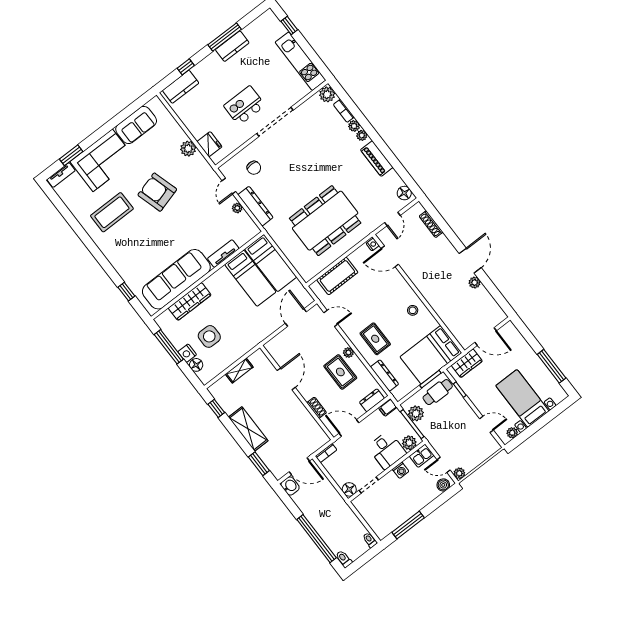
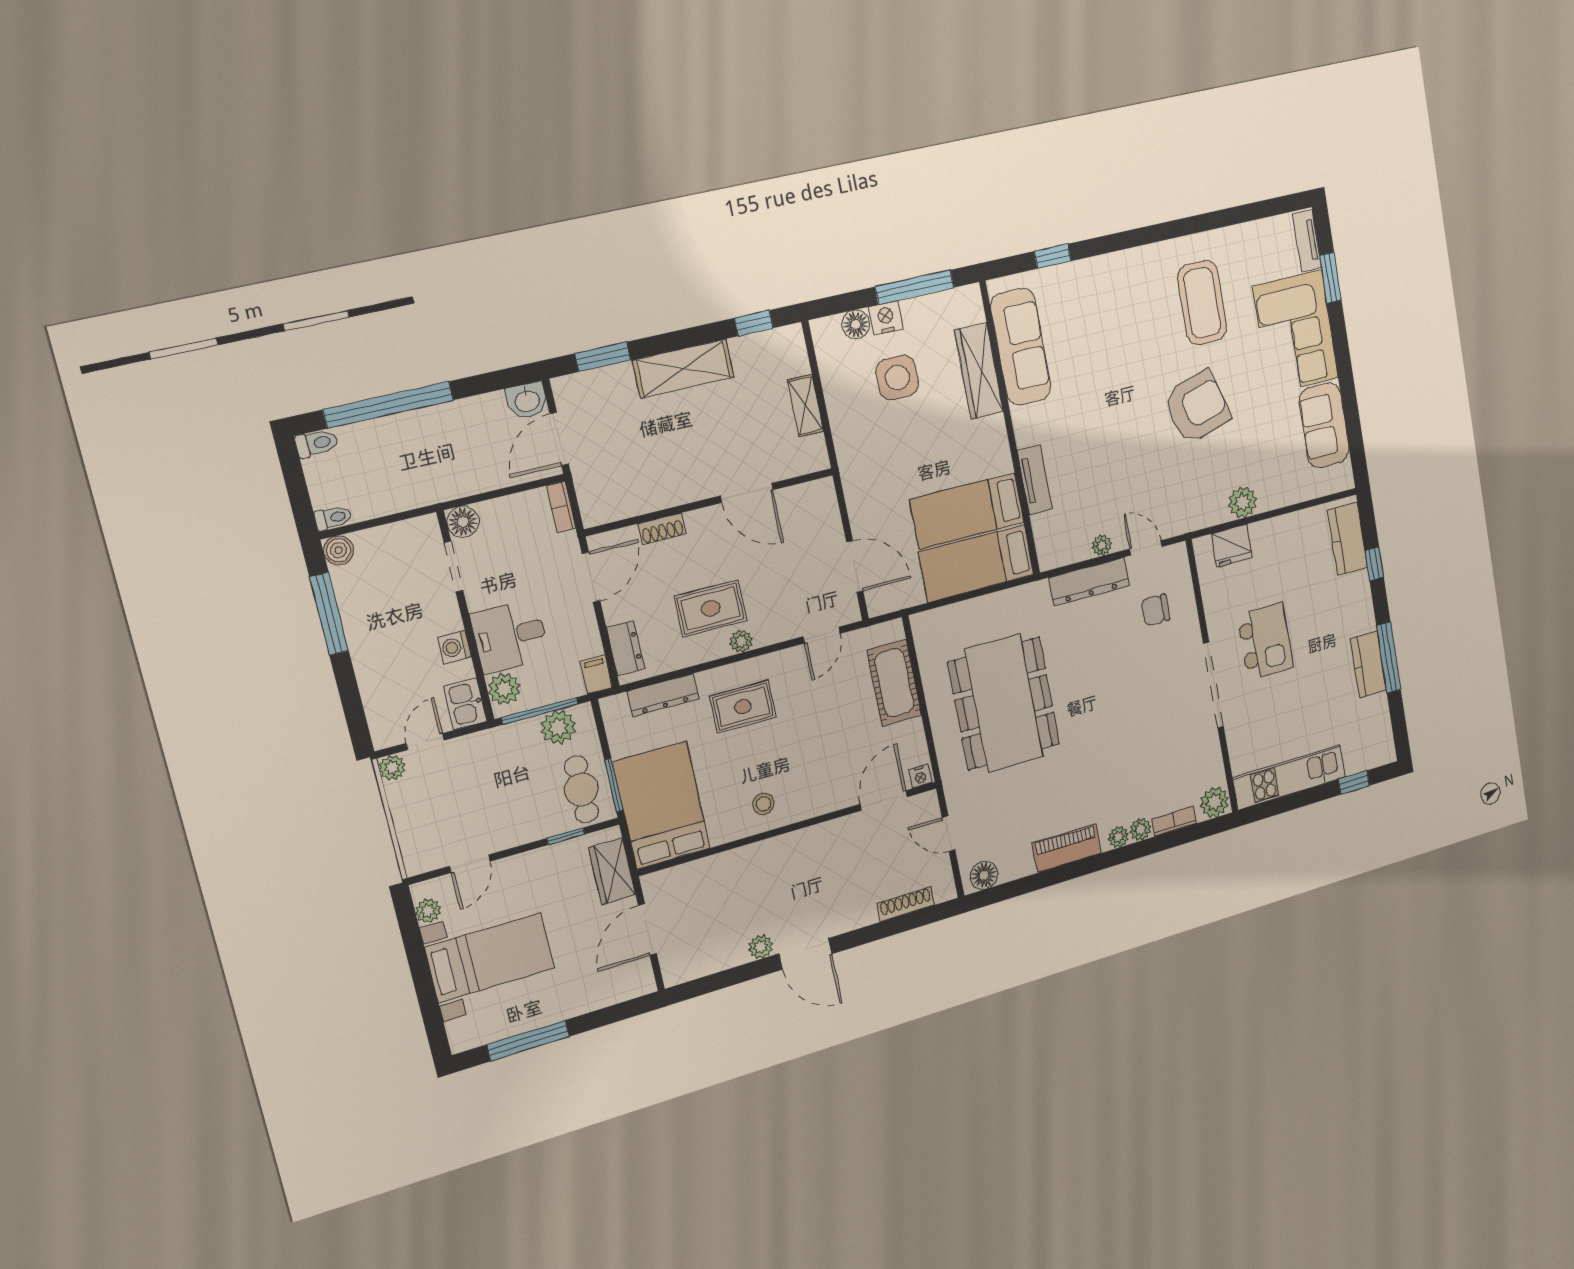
sofa: (176, 279) -> (1021, 347), width x0.74, depth x0.79
boiler: (443, 485) -> (339, 550), moved

